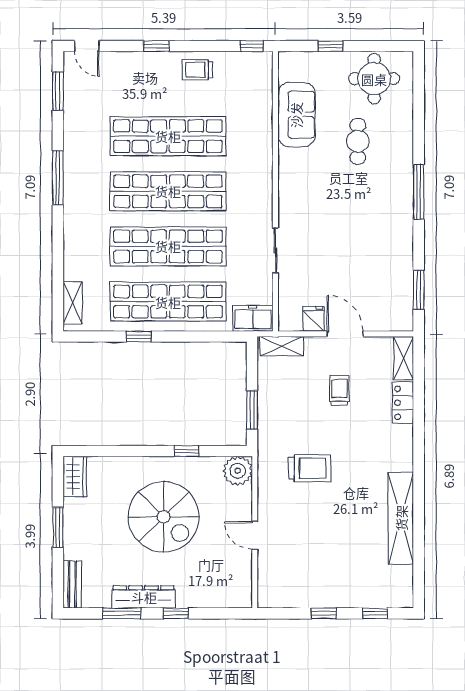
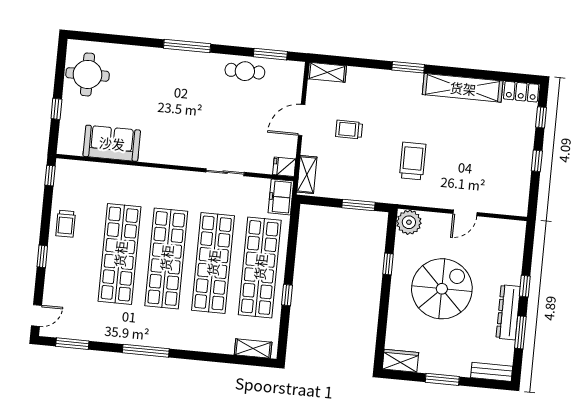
cafe table: (358, 141) -> (245, 71), moved
fridge: (314, 319) -> (284, 167), moved
locker: (403, 403) -> (521, 92), moved
window: (419, 452) -> (408, 67), added

